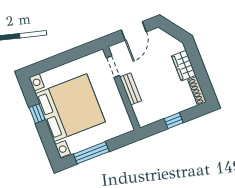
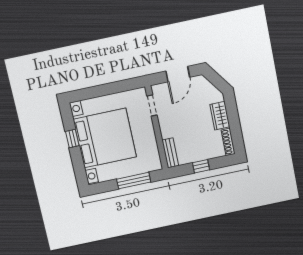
bench: (131, 89) -> (170, 153), moved
window: (91, 153) -> (134, 181), moved

